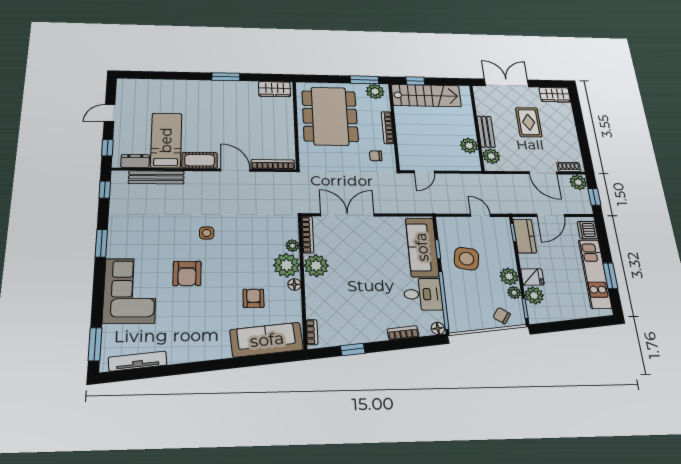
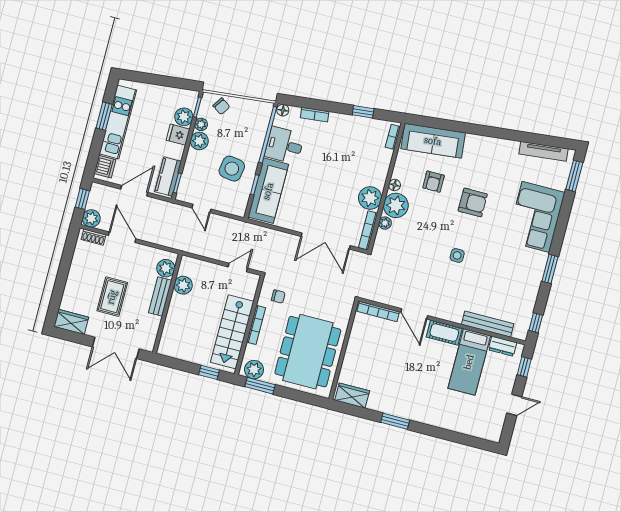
stairs: (426, 96) -> (232, 332), moved, turned -90
armchair: (187, 273) -> (473, 202), moved, turned 90

